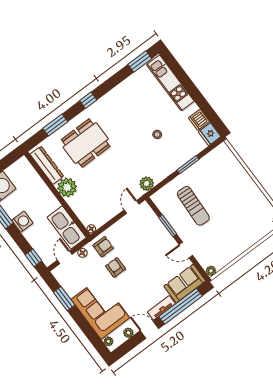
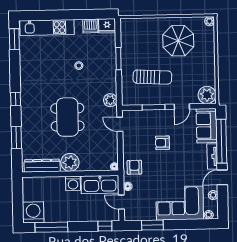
dining table: (86, 143) -> (67, 117), moved
parasol: (241, 206) -> (178, 41), added
washing machine: (22, 222) -> (73, 183), moved, turned 180
armchair: (115, 267) -> (162, 143), moved
plant: (211, 271) -> (207, 95), width x1.88, depth x1.88

